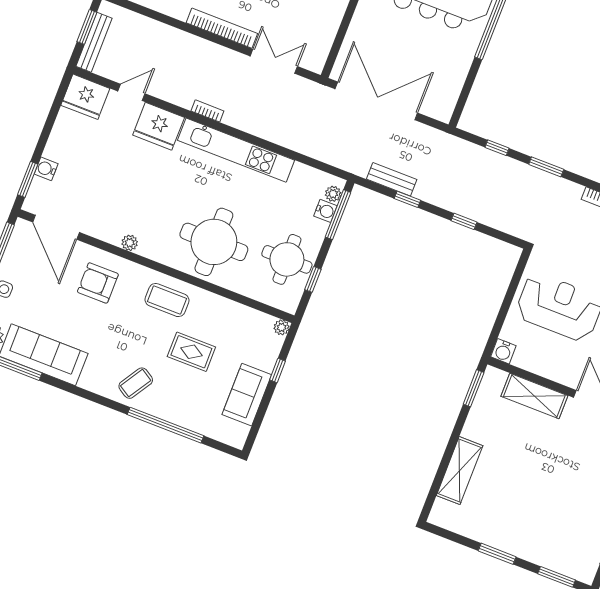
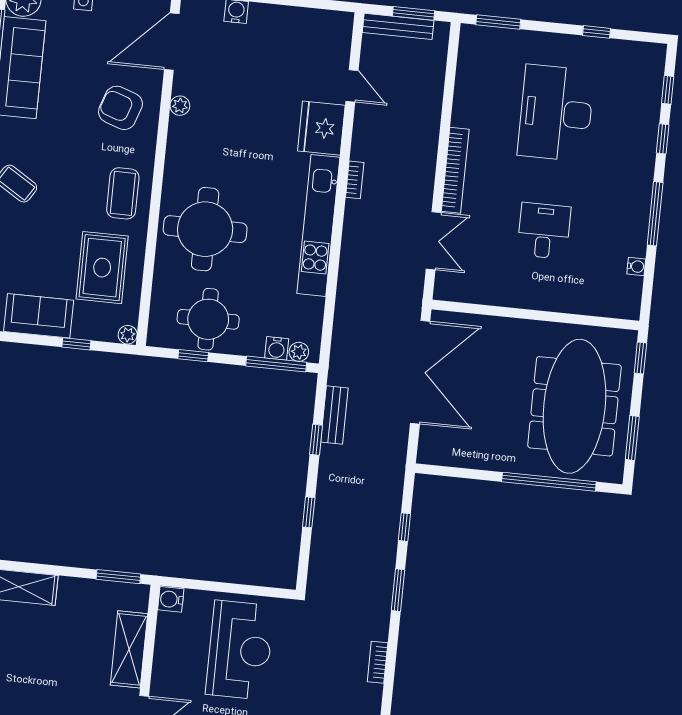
fridge: (85, 97) -> (332, 34), removed
plant: (130, 243) -> (180, 106), moved
armchair: (98, 283) -> (120, 108), turned -71
rug: (191, 352) -> (102, 268), moved, width x1.36, depth x1.43

